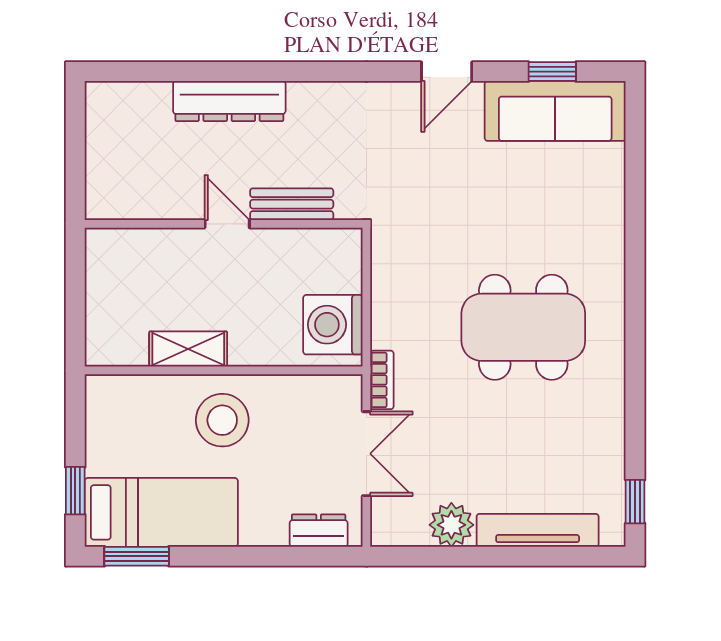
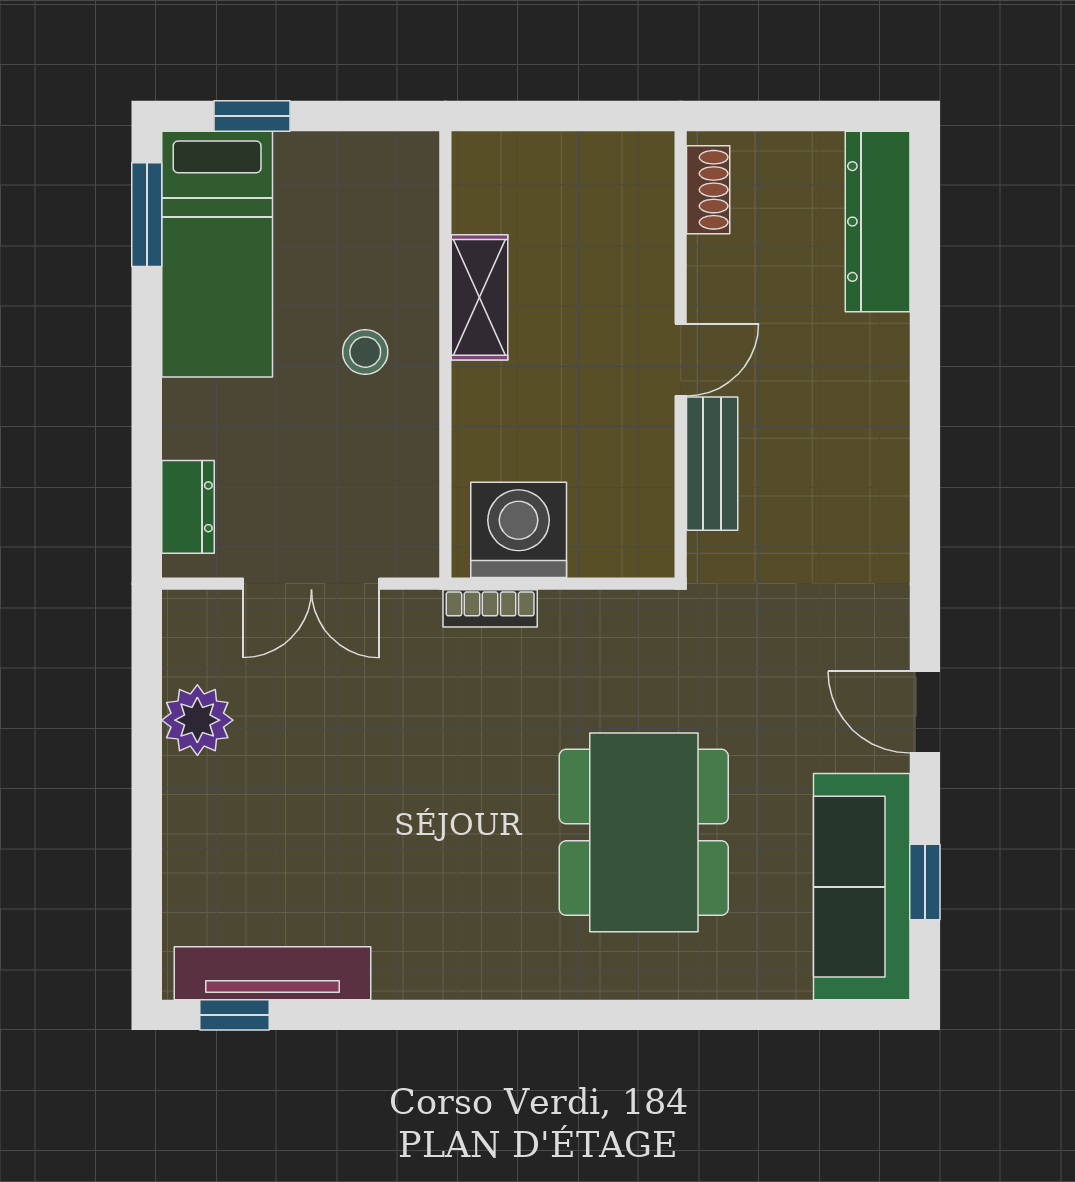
dresser: (229, 101) -> (878, 222), moved
shoe rack: (121, 207) -> (708, 190), added
dining table: (523, 327) -> (644, 832), moved
bookcase: (382, 380) -> (490, 608), moved
stool: (222, 420) -> (365, 352), width x0.53, depth x0.53
tv unit: (538, 530) -> (273, 973), moved, turned -90

